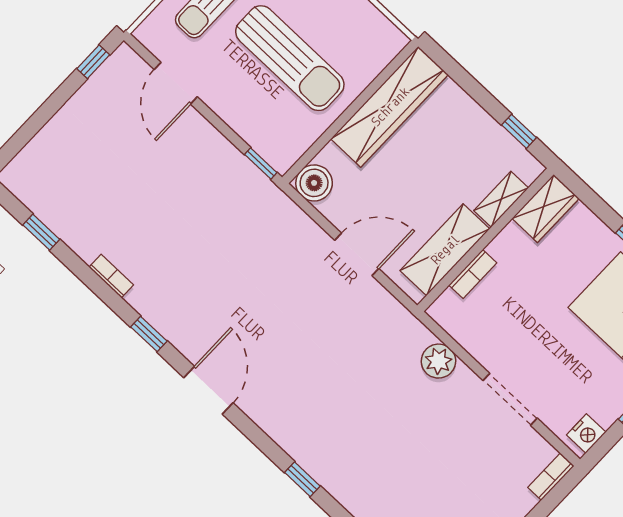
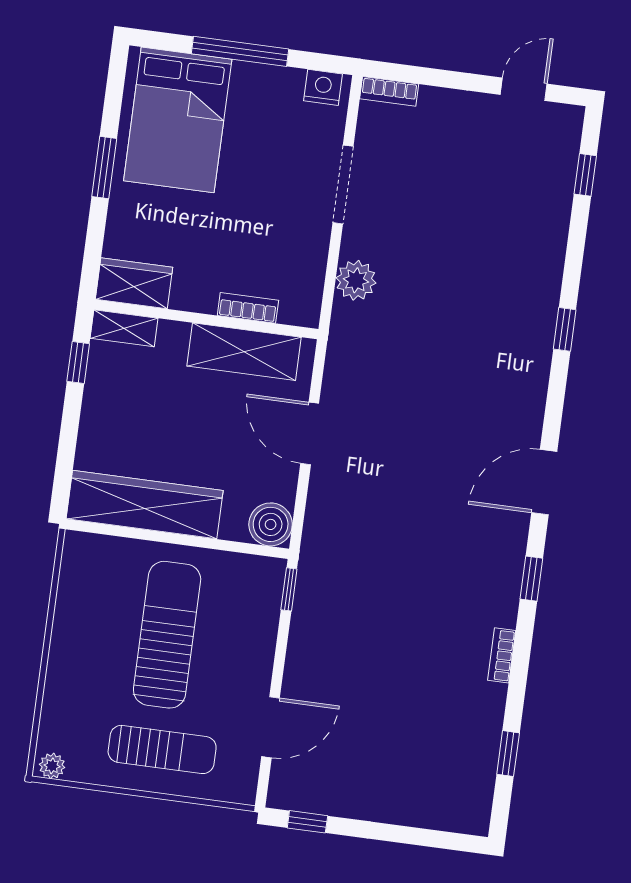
shelving: (501, 199) -> (124, 328), moved

